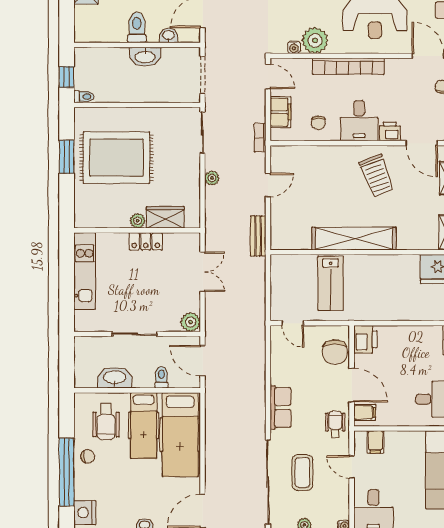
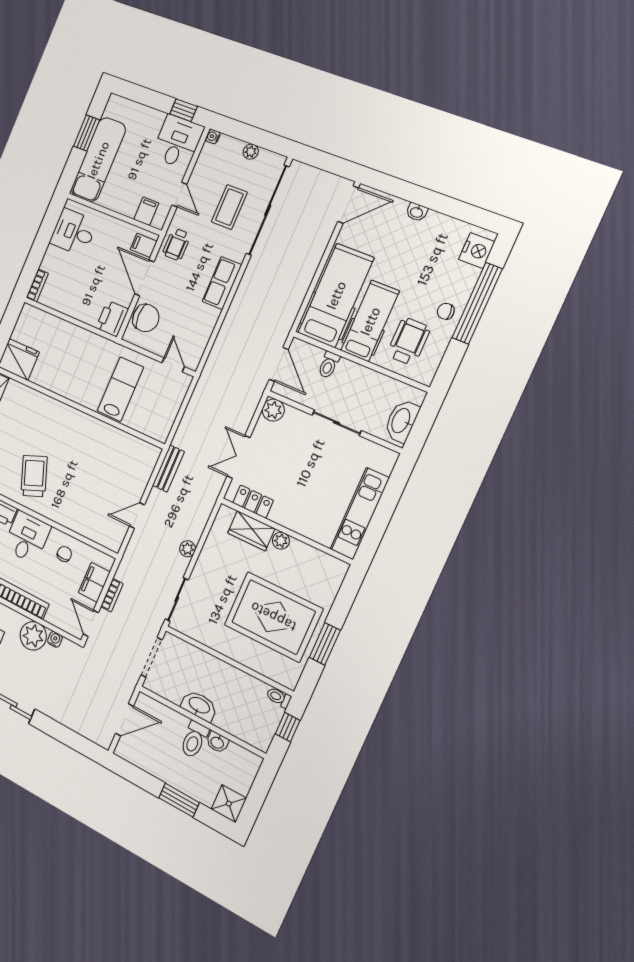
washbasin: (169, 35) -> (217, 742), moved
bookcase: (260, 138) -> (112, 595), moved
shelving: (354, 239) -> (80, 424), removed
locker: (146, 241) -> (253, 502), moved
chair: (335, 352) -> (146, 318), turned 90
washbasin: (115, 378) -> (401, 421), moved, turned 90

